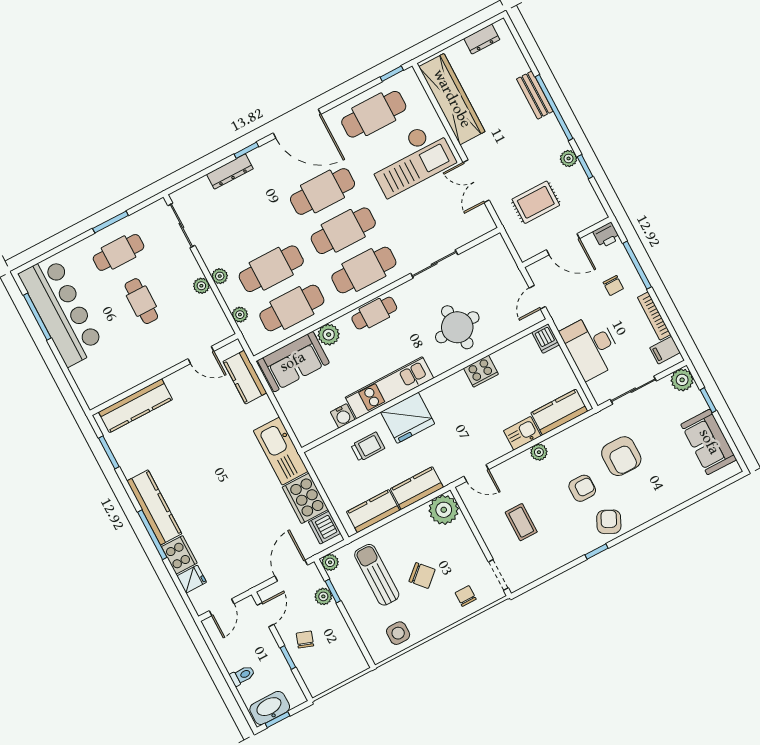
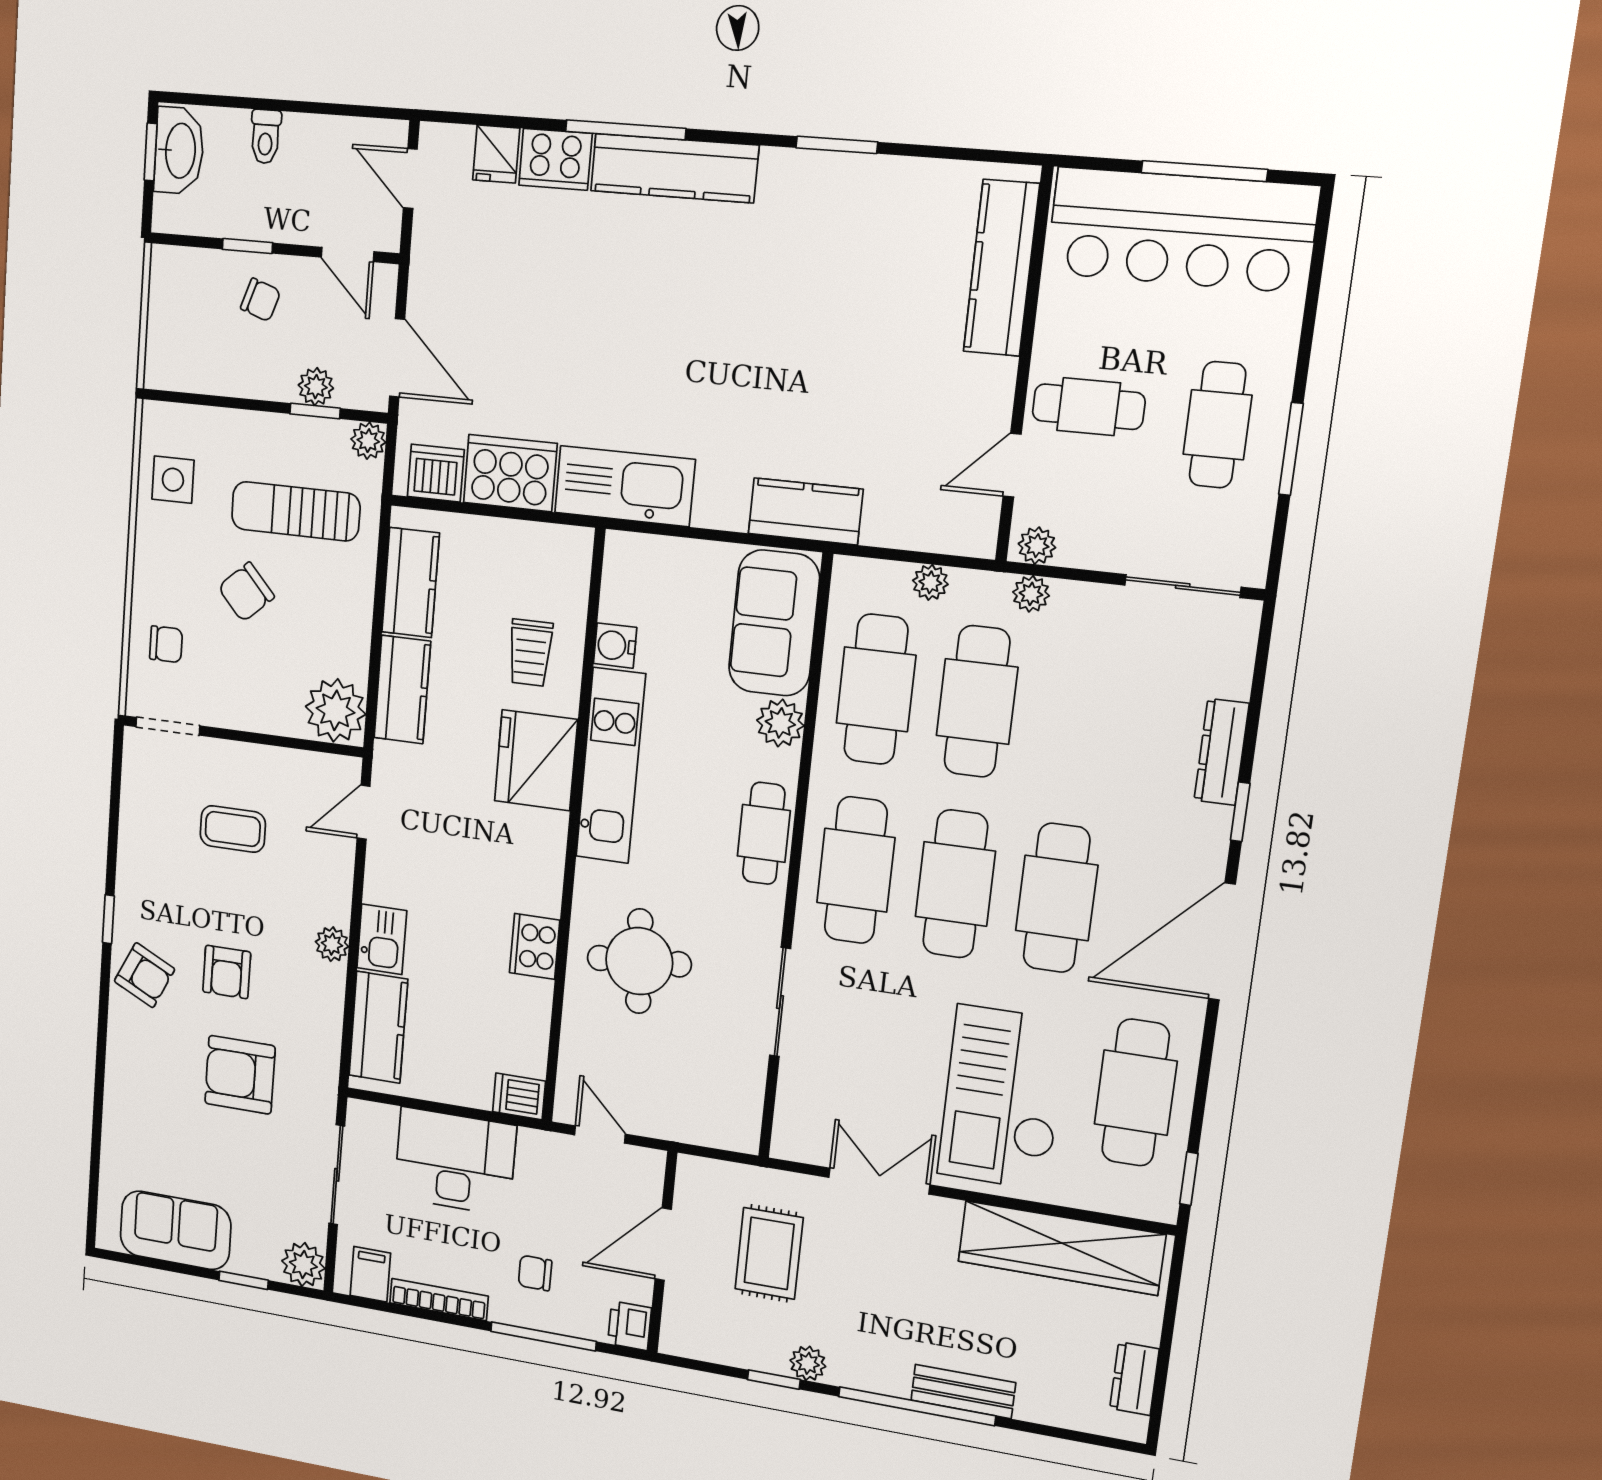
door: (201, 355) -> (1012, 465), moved
wall: (164, 375) -> (1024, 366), moved
kitchen counter: (135, 406) -> (1001, 268), moved
sun lounger: (377, 575) -> (296, 511), turned 180

